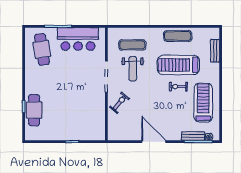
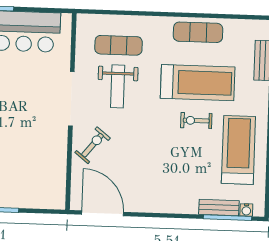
treadmill: (178, 65) -> (198, 83), turned 180
door: (154, 142) -> (103, 213), moved

